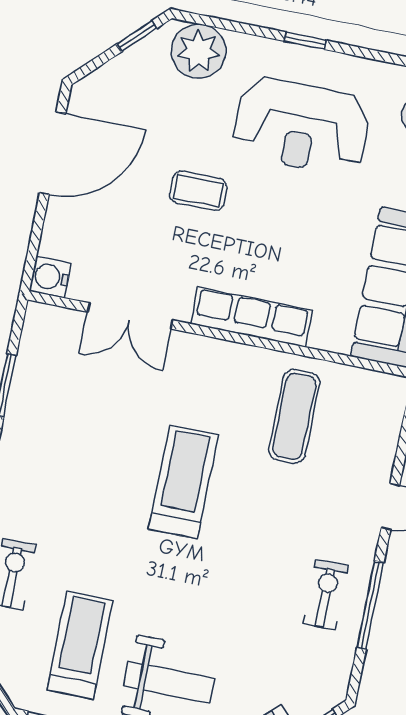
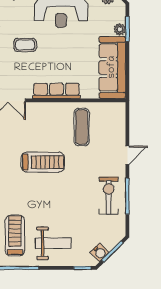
treadmill: (183, 482) -> (43, 162), turned 90
exercise bike: (326, 595) -> (109, 196), width x1.38, depth x1.39

